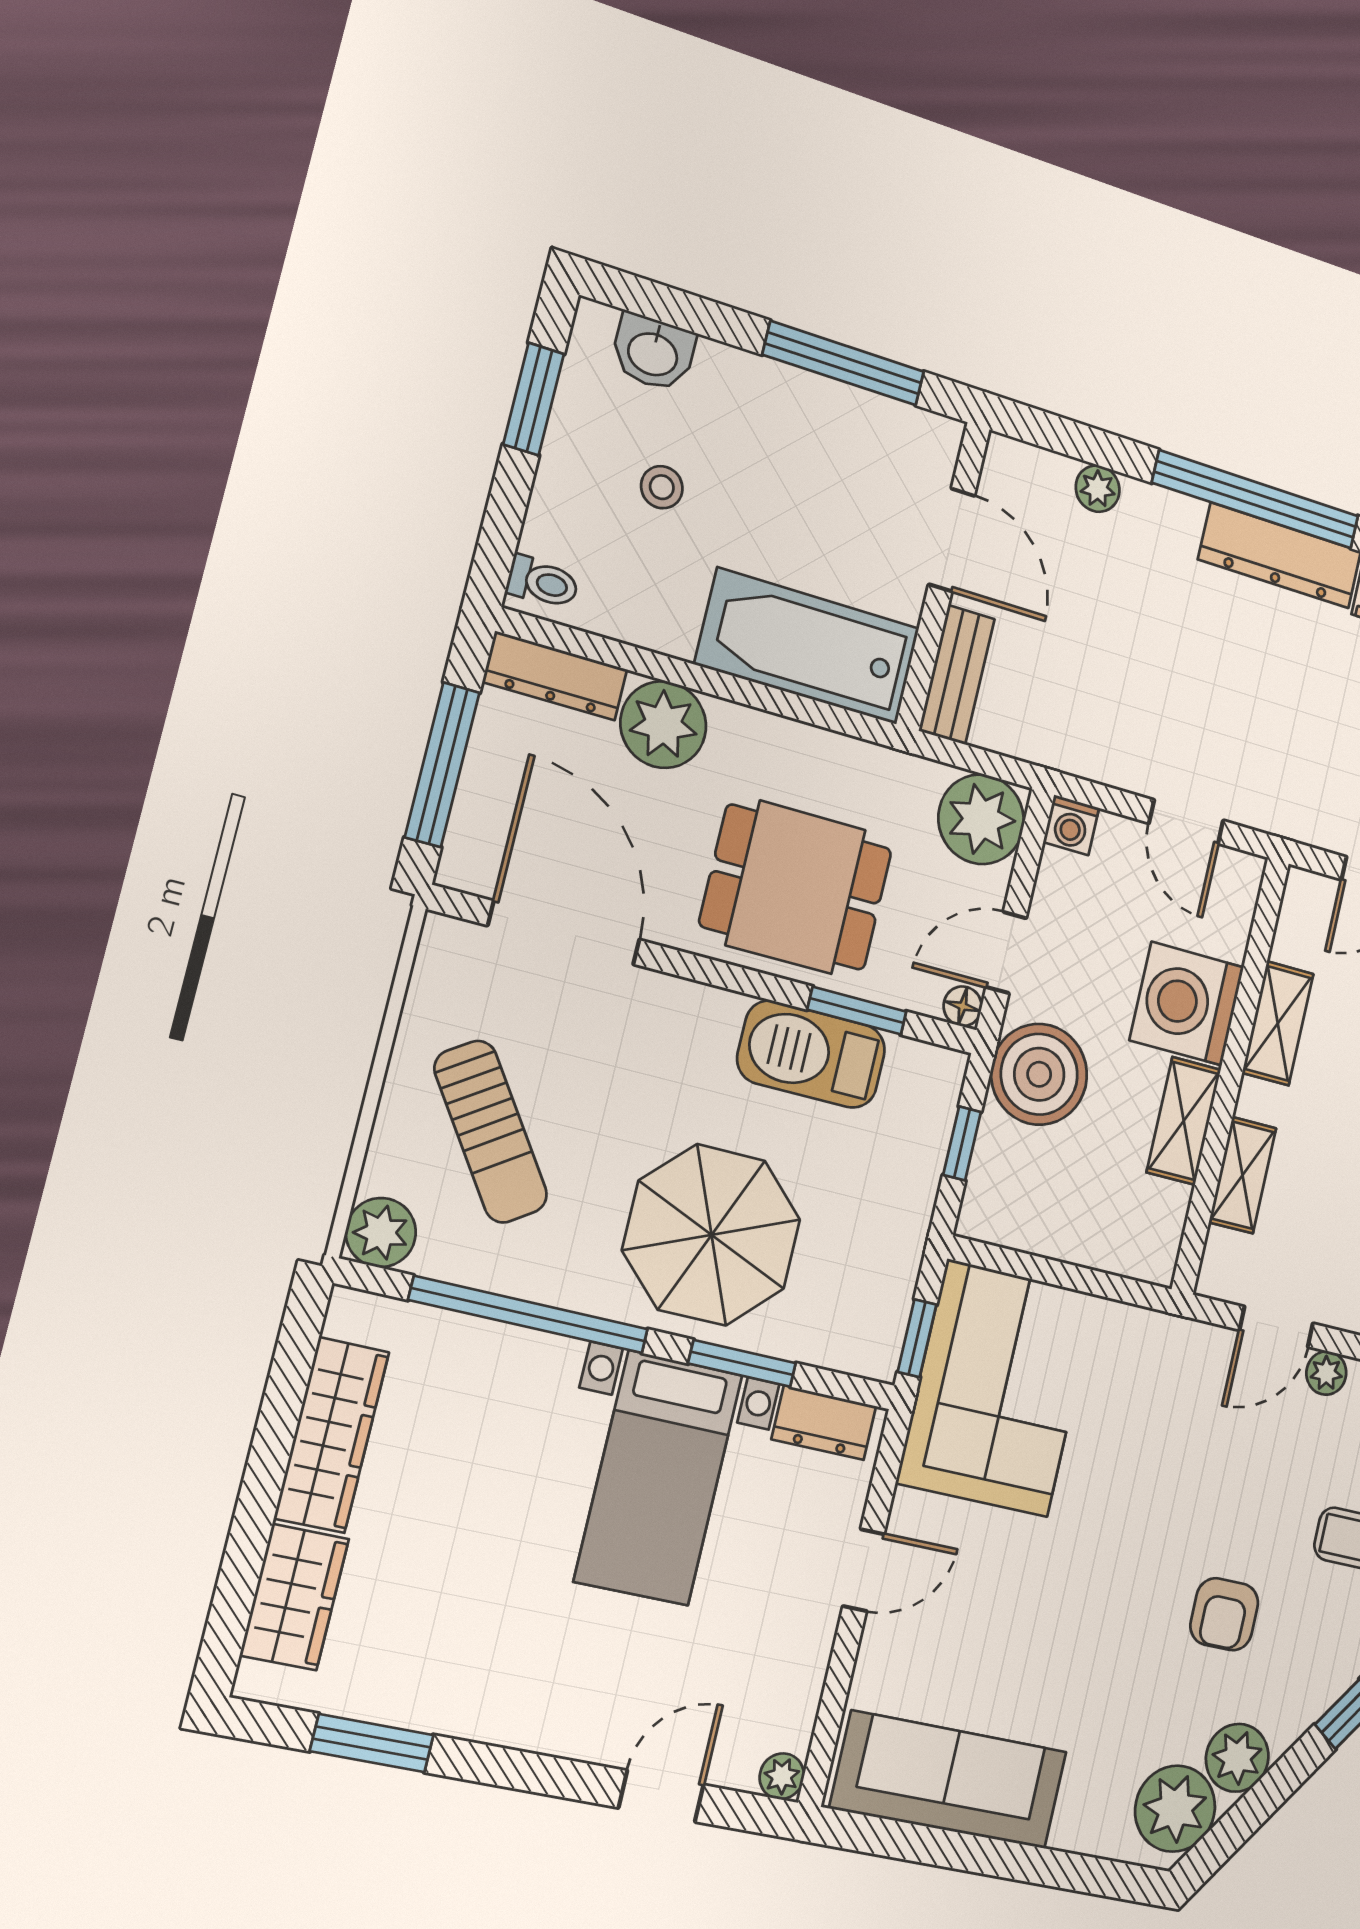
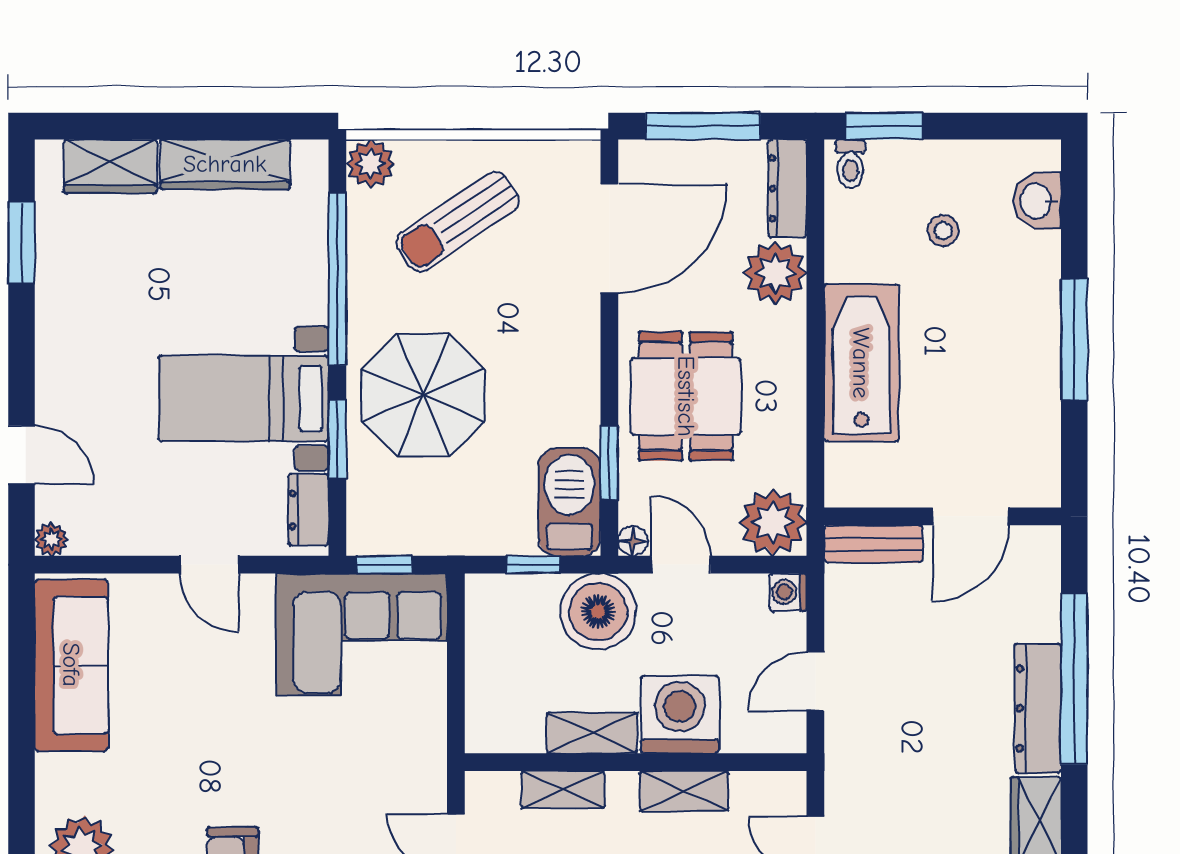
window: (534, 399) -> (884, 126), moved
plant: (1098, 489) -> (1043, 553), removed
door: (952, 540) -> (971, 516), moved
wall: (943, 576) -> (943, 516), moved
bench: (957, 675) -> (873, 544), moved
barbecue: (811, 1054) -> (569, 502), moved

